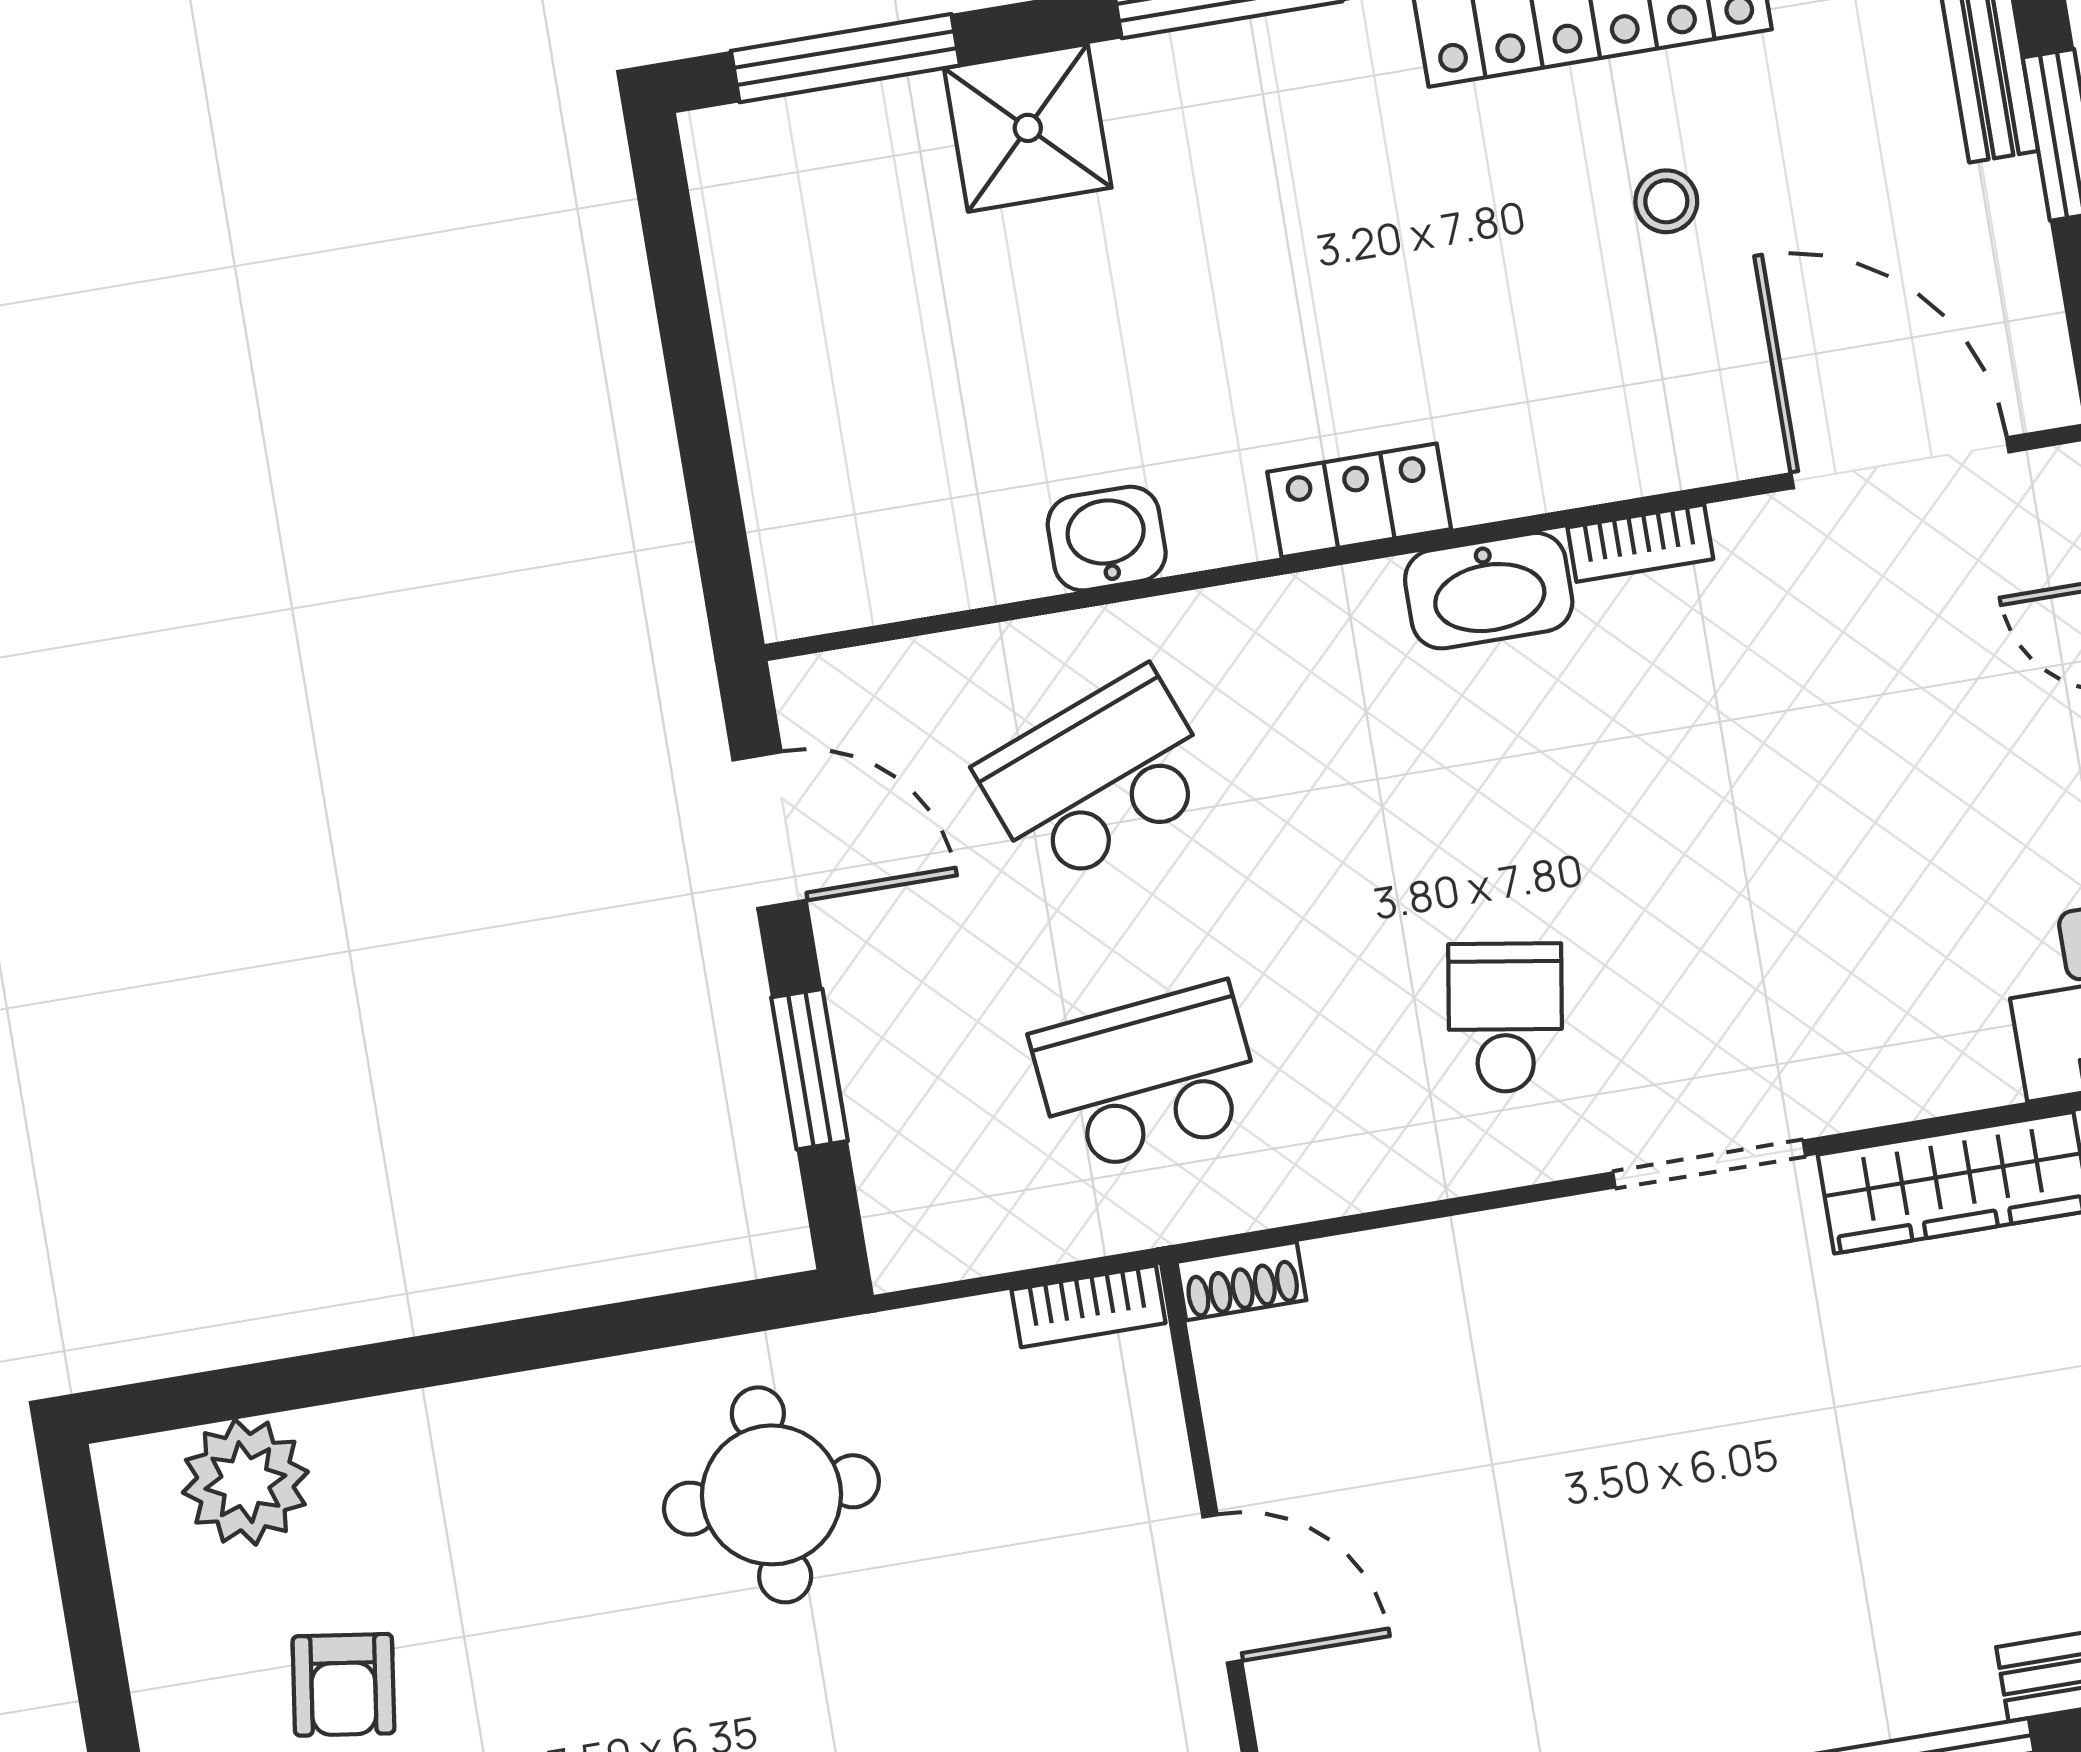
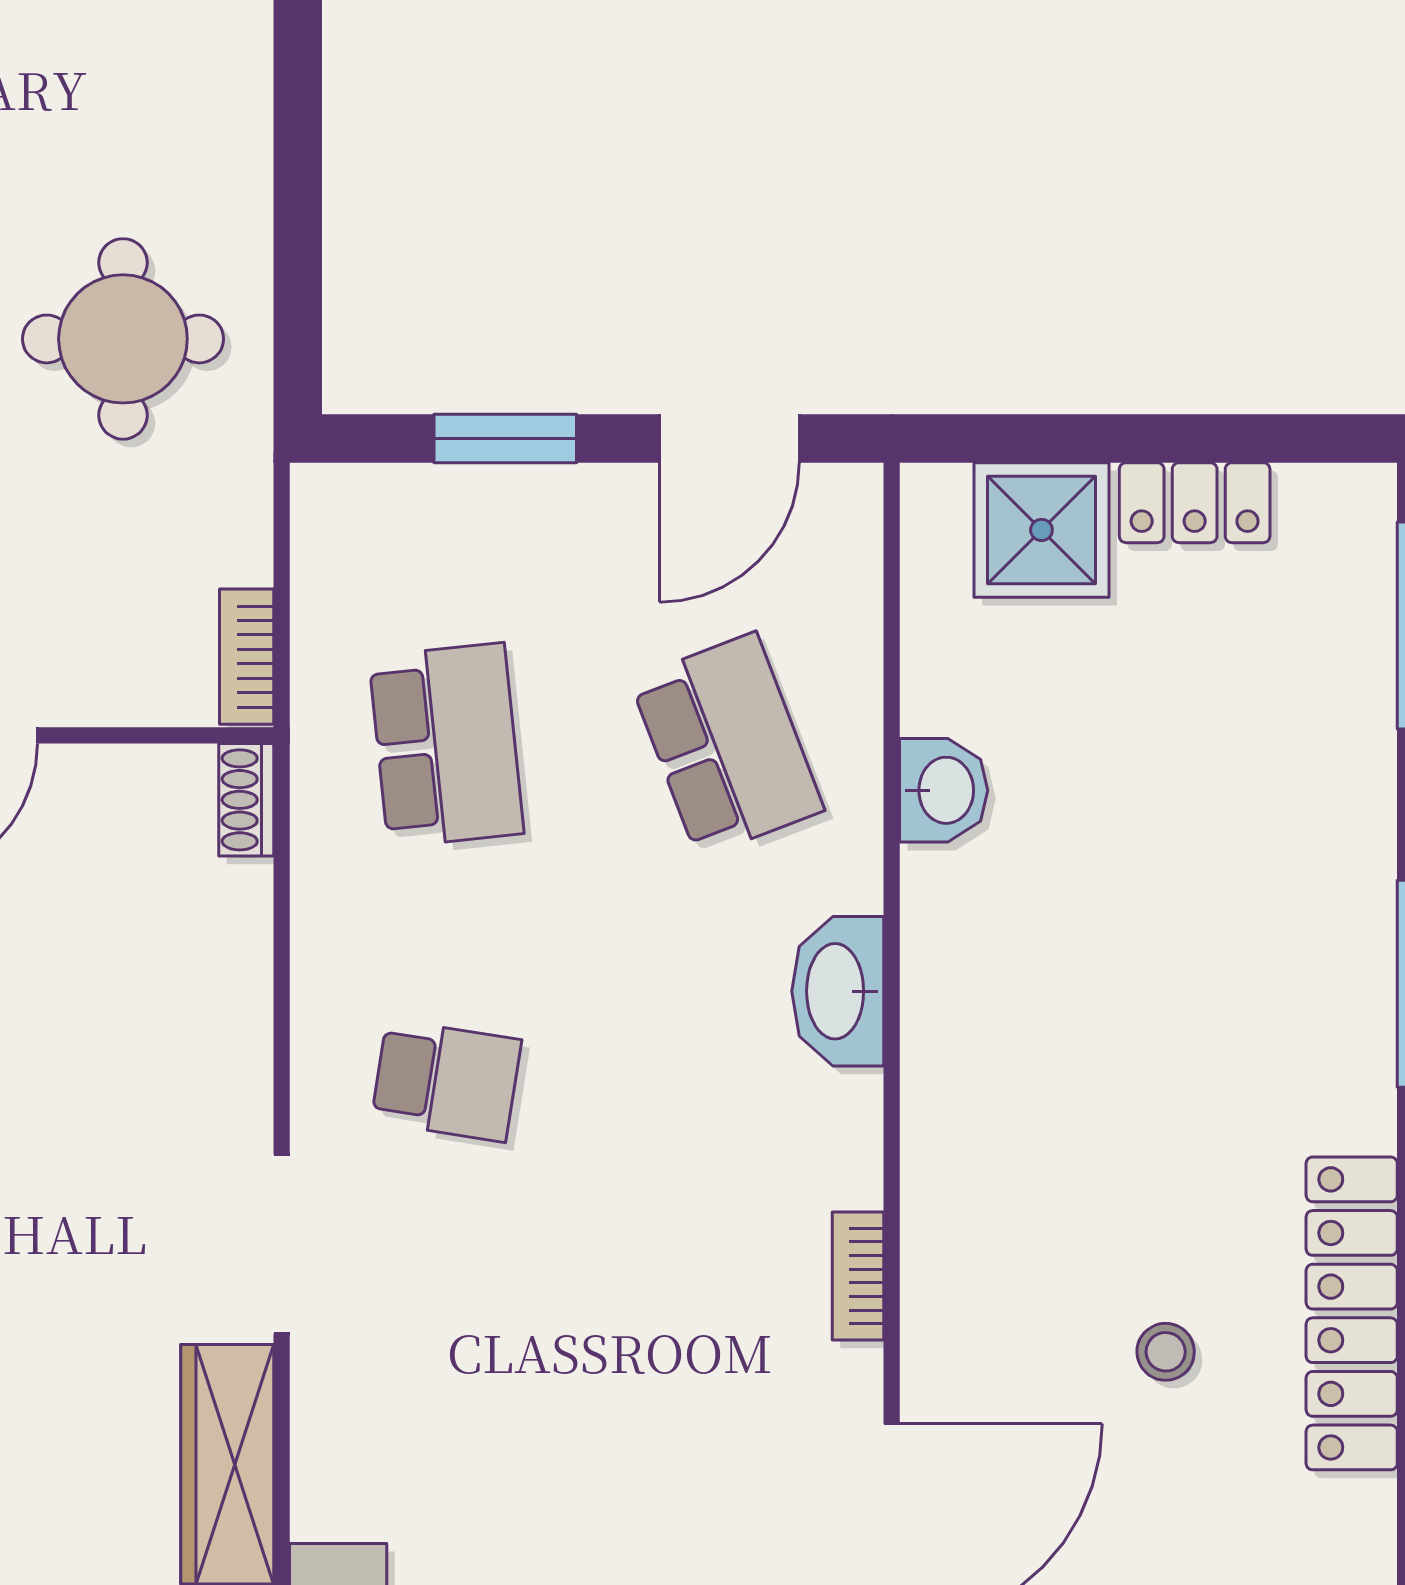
shower: (1028, 128) -> (1041, 530), moved
locker: (1359, 500) -> (1195, 503), moved, turned 90
washbasin: (1489, 591) -> (838, 991), moved

